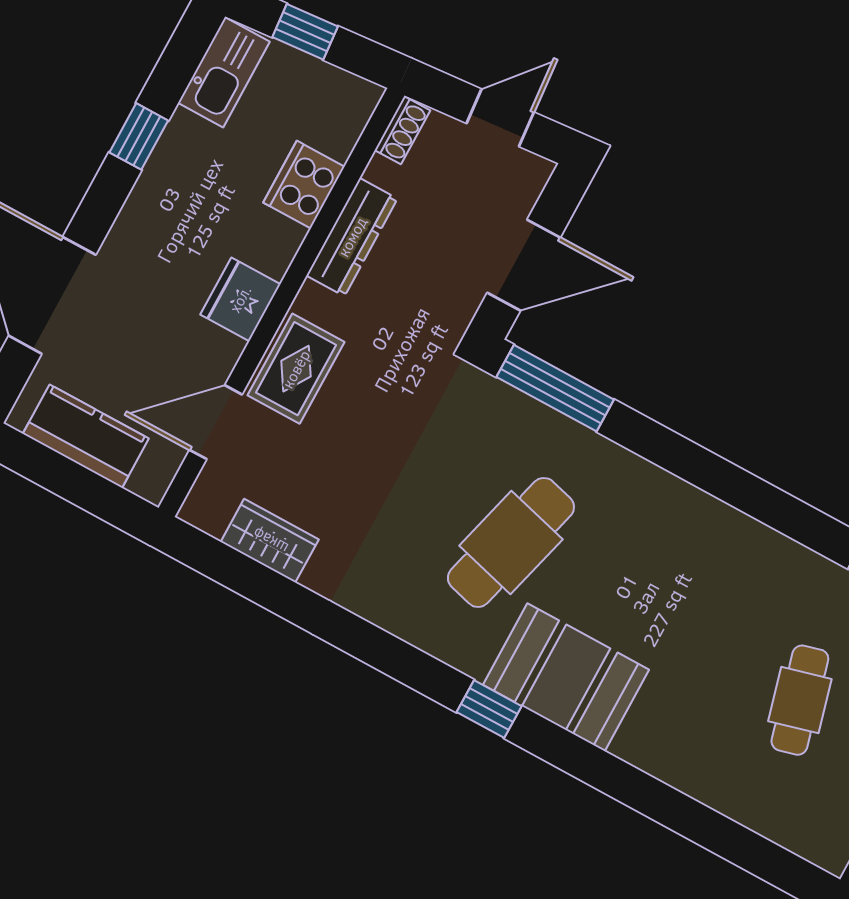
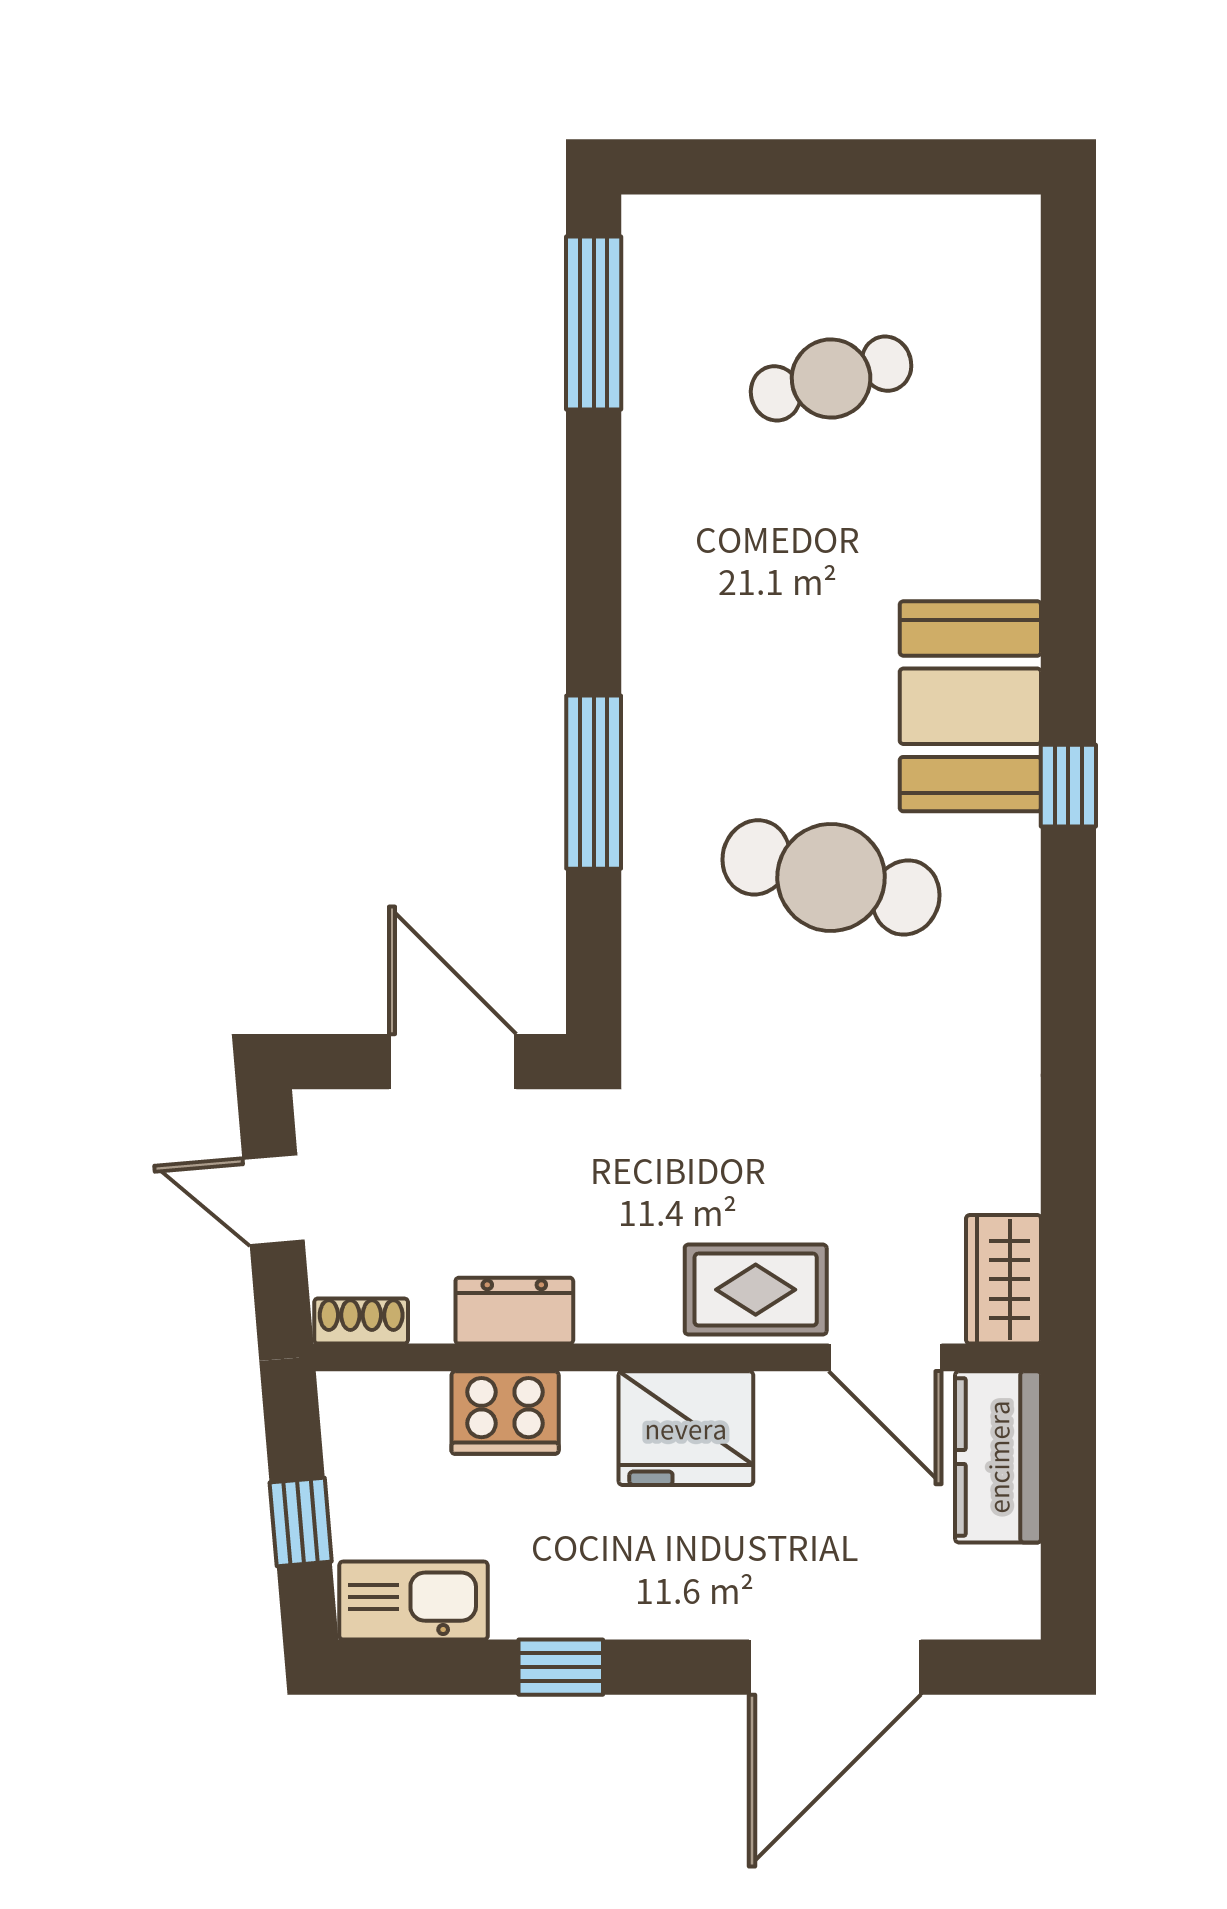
dresser: (352, 237) -> (514, 1311), width x0.70
fridge: (240, 299) -> (686, 1428), width x1.36, depth x1.34
window: (555, 388) -> (594, 782), moved
kitchen counter: (86, 436) -> (998, 1457), moved
wardrobe: (270, 541) -> (1004, 1279), moved

